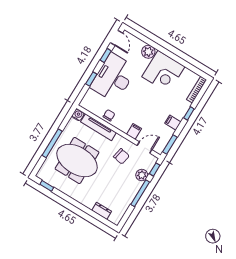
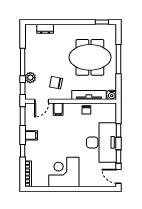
plant: (148, 52) -> (86, 181), removed

